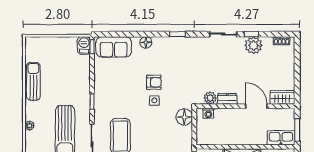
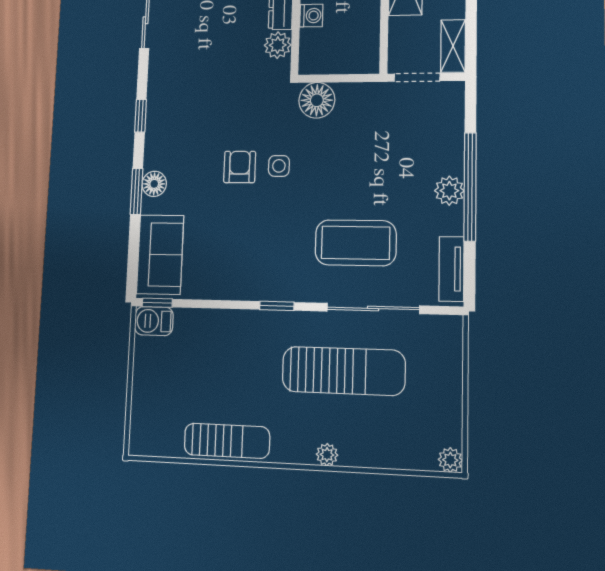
window: (142, 34) -> (137, 191), added
sun lounger: (33, 81) -> (227, 441), turned 180
washing machine: (208, 113) -> (311, 16), moved

